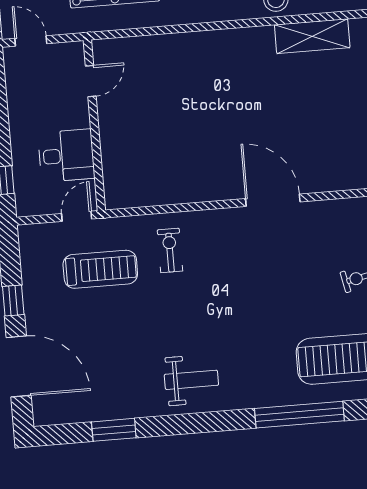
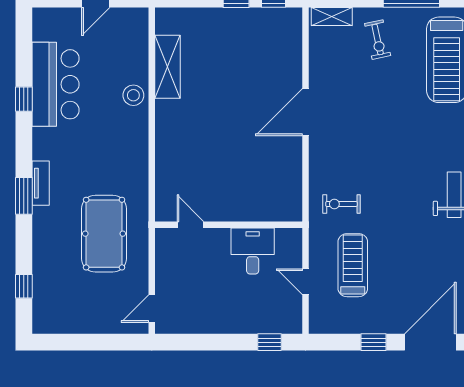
door: (91, 81) -> (190, 225), moved
wall: (94, 125) -> (229, 225), moved
desk: (66, 156) -> (253, 251), moved

